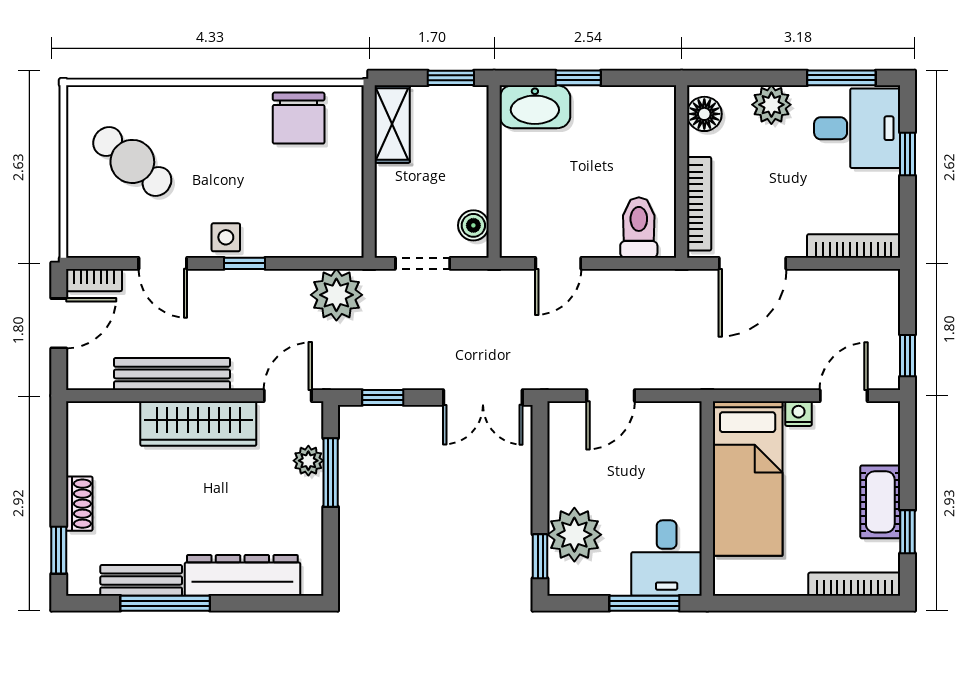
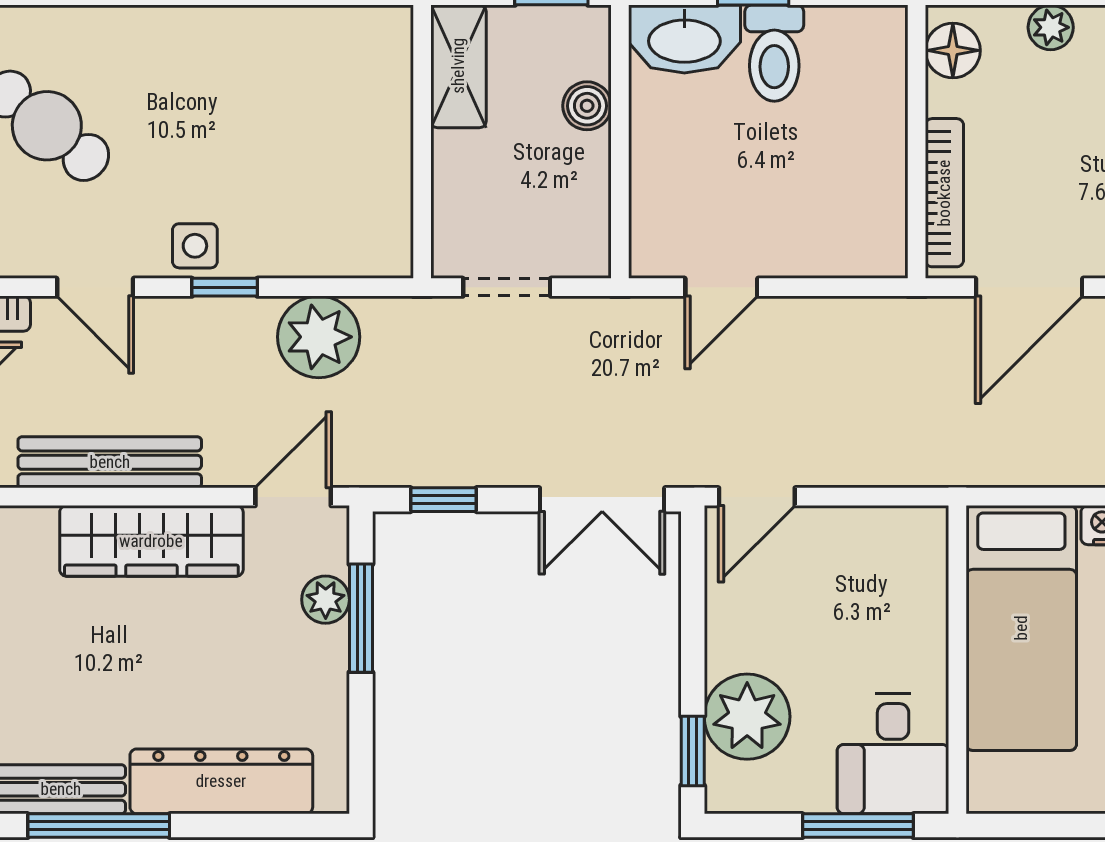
plant: (771, 105) -> (1051, 27), width x0.73, depth x0.73
chair: (299, 118) -> (310, 57), removed
boiler: (473, 225) -> (587, 106), moved
toilet: (639, 227) -> (774, 53), moved, turned 180
plant: (336, 295) -> (319, 337), moved
door: (611, 396) -> (757, 497), moved

